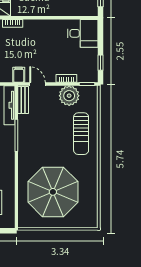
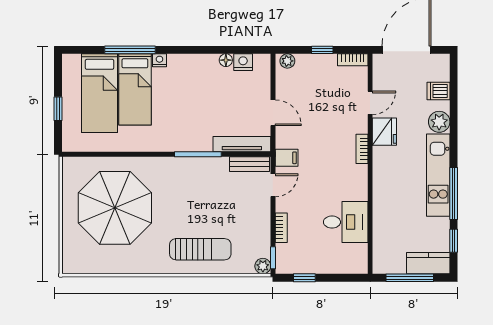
desk: (83, 33) -> (346, 222), moved, turned -90
plant: (69, 96) -> (263, 266), moved, width x0.53, depth x0.53
sun lounger: (81, 134) -> (200, 249), turned 180

